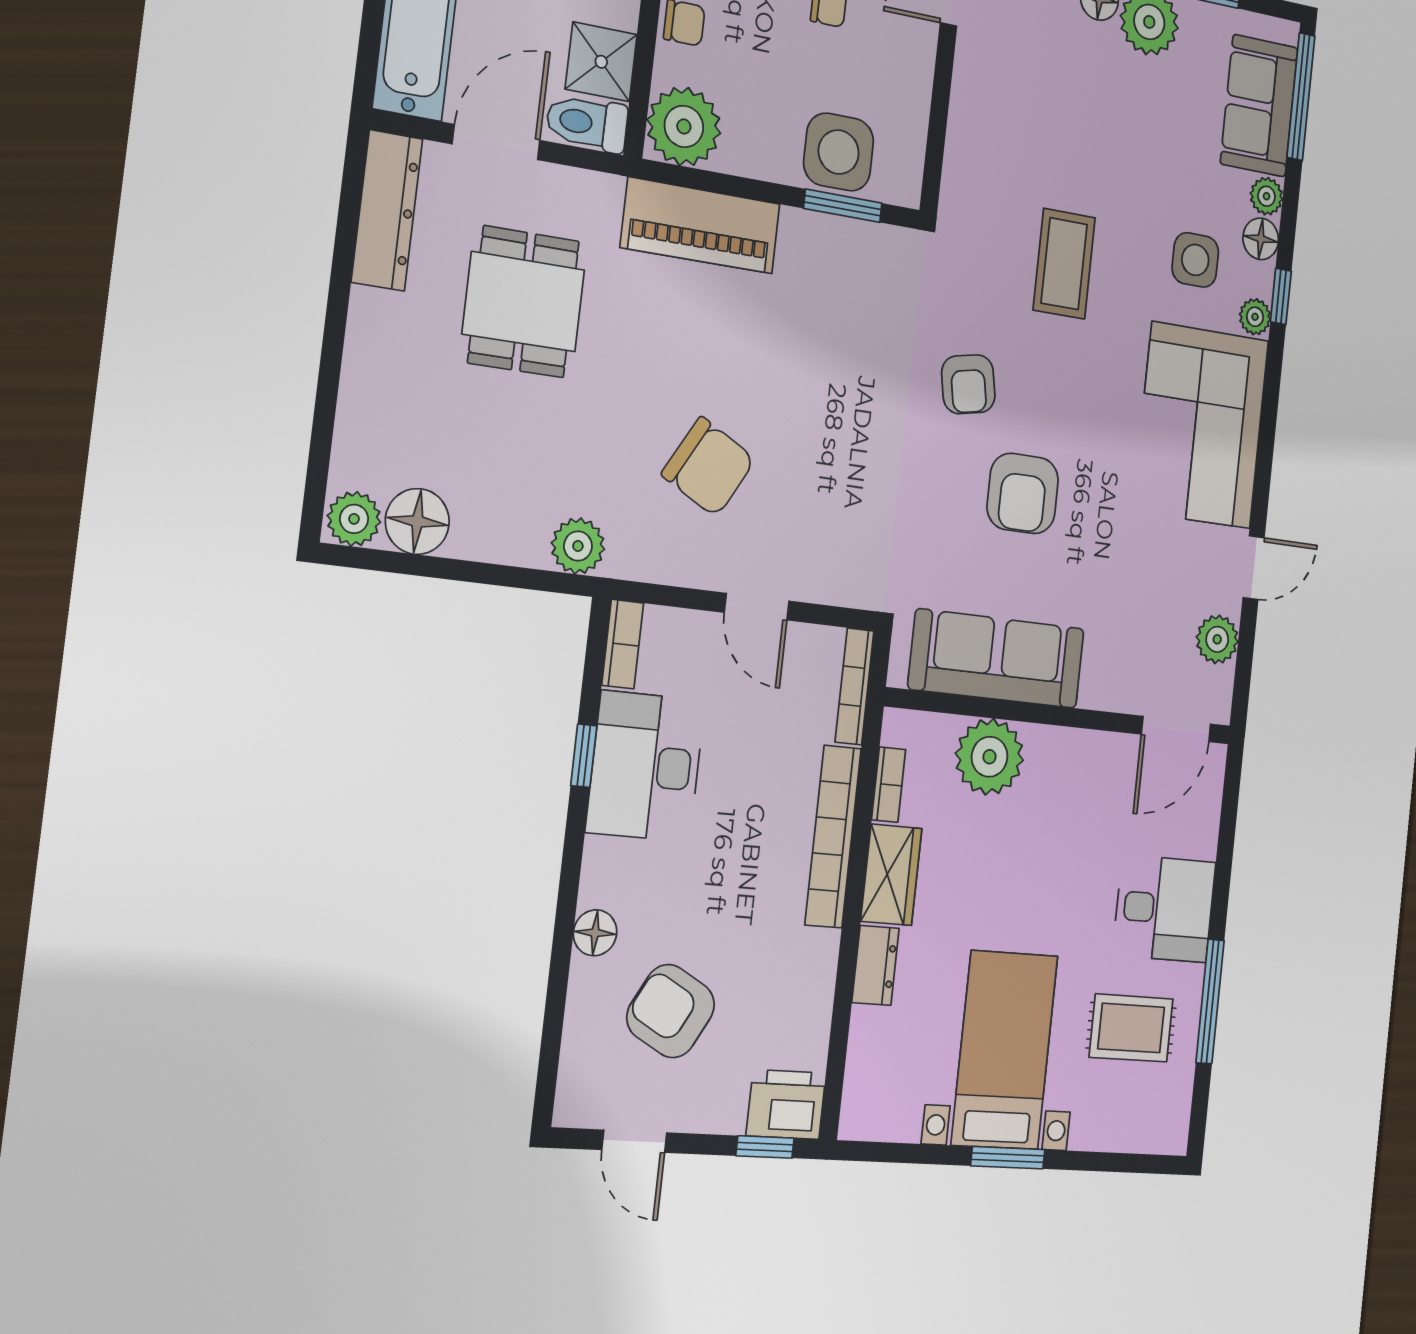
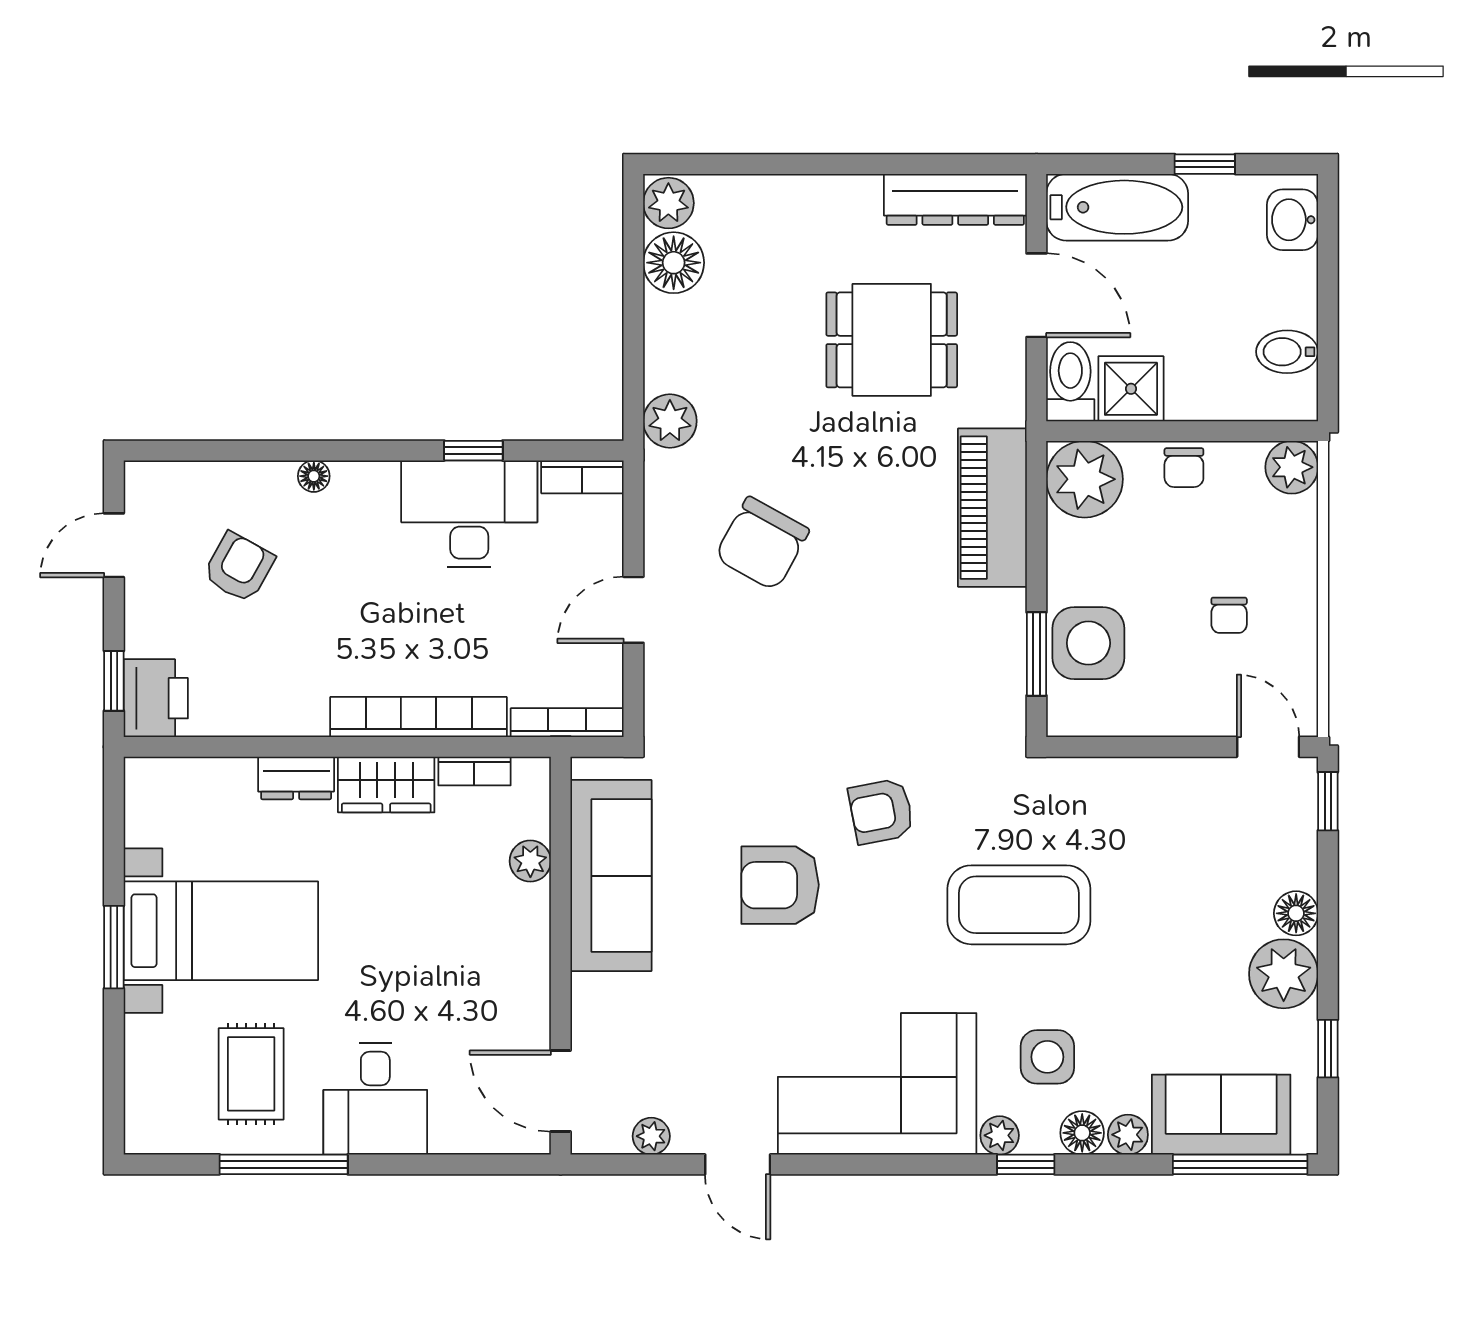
coffee table: (1064, 264) -> (1019, 905), width x1.36, depth x1.32
plant: (1217, 639) -> (651, 1136), width x0.73, depth x0.73
plant: (990, 757) -> (530, 861), width x0.53, depth x0.53
floor lamp: (595, 933) -> (314, 476), width x0.73, depth x0.73
armchair: (671, 1011) -> (239, 567), width x0.72, depth x0.72

